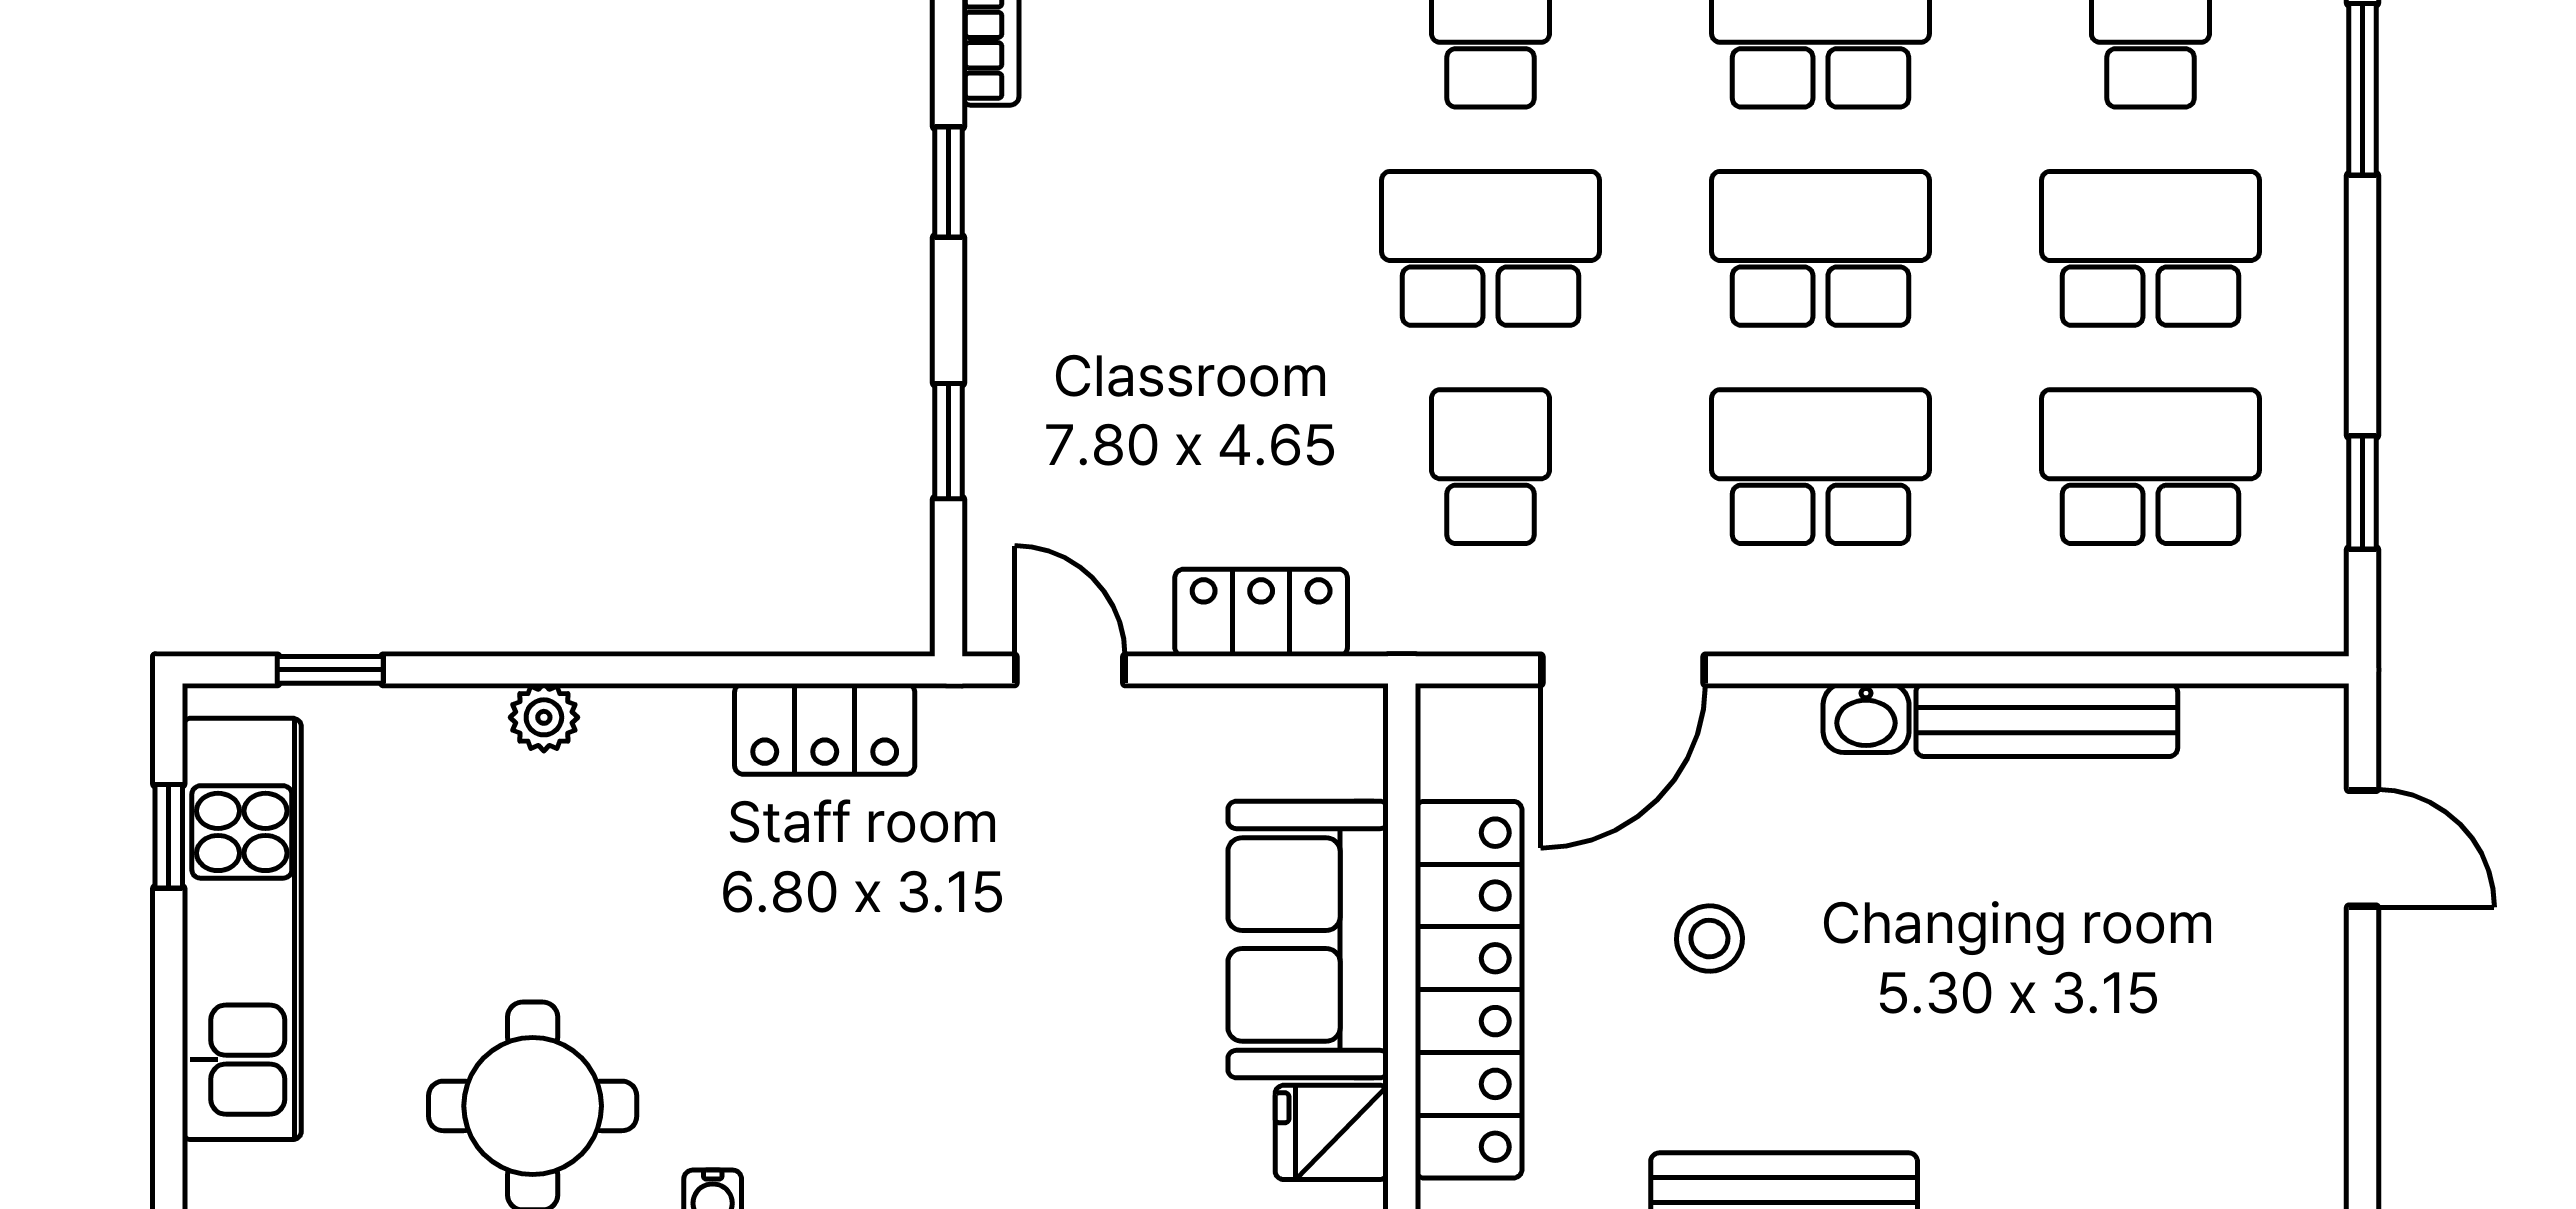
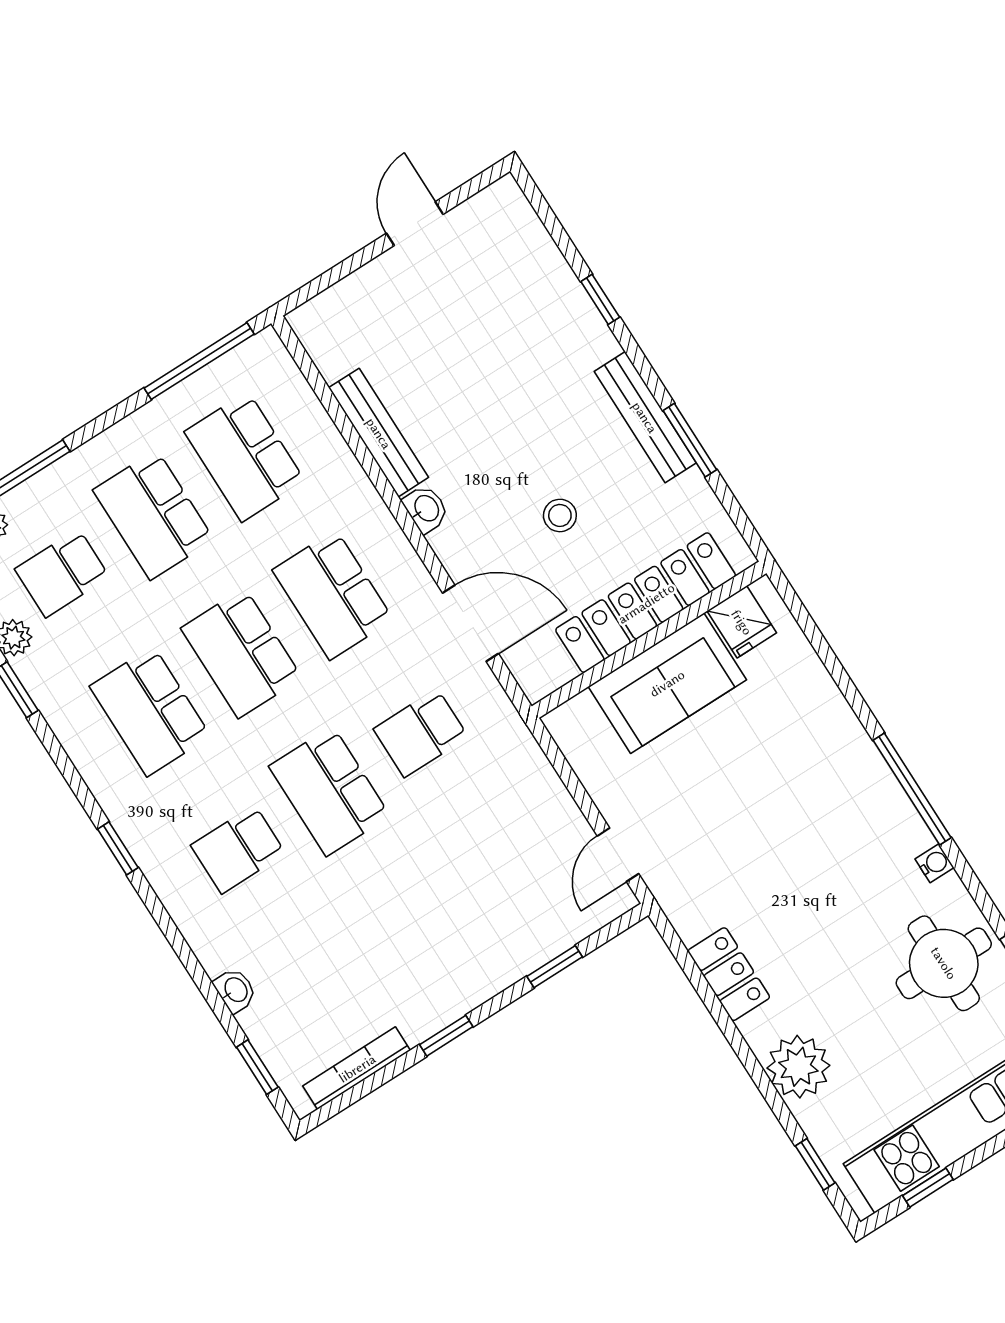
window: (2363, 492) -> (199, 361), width x2.17
locker: (1261, 613) -> (543, 790), removed
plant: (544, 717) -> (798, 1067), width x1.88, depth x1.88
locker: (825, 729) -> (729, 974), moved
door: (2363, 848) -> (415, 224), moved

